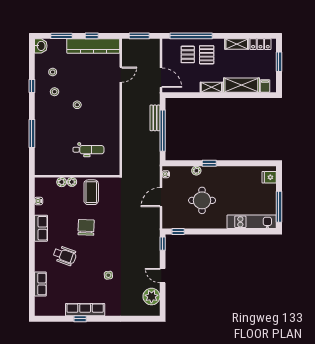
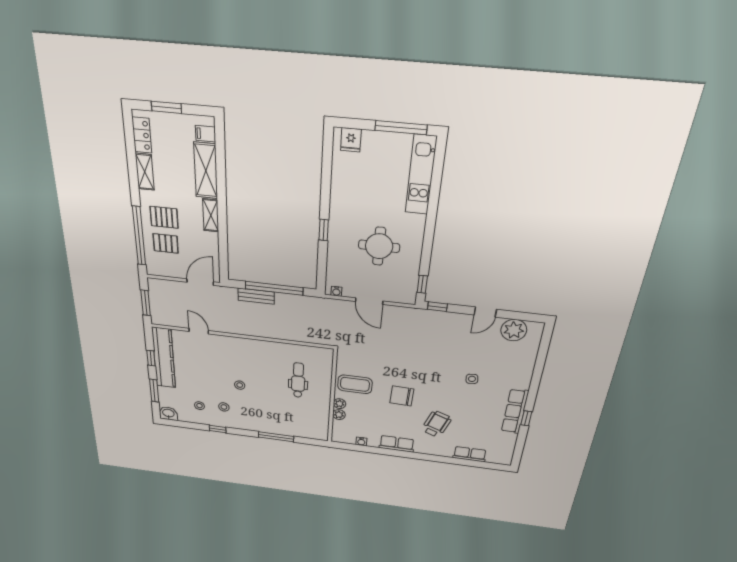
plant: (196, 171) -> (334, 250), removed

